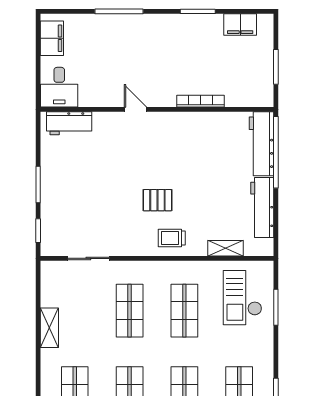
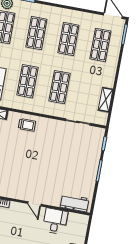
desk: (59, 87) -> (55, 221), moved
pallet: (157, 200) -> (31, 149), removed
shelving: (49, 328) -> (106, 100), moved

